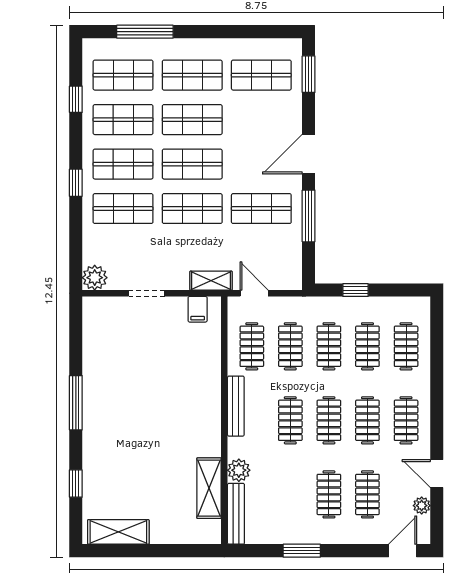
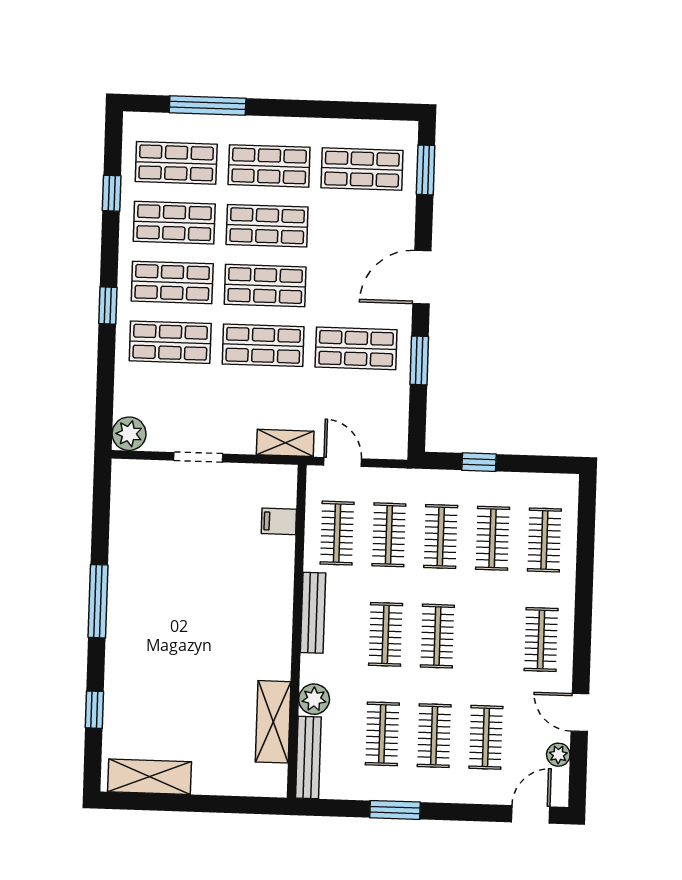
window: (309, 216) -> (419, 360), width x0.69
filing cabinet: (198, 309) -> (279, 521), moved, turned 90
clothes rail: (367, 420) -> (382, 734), moved

